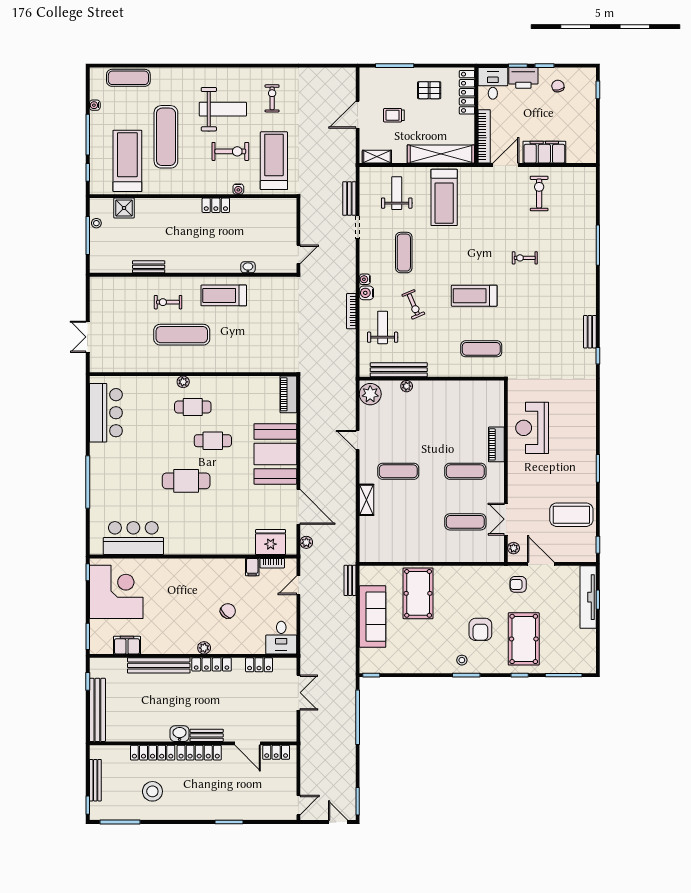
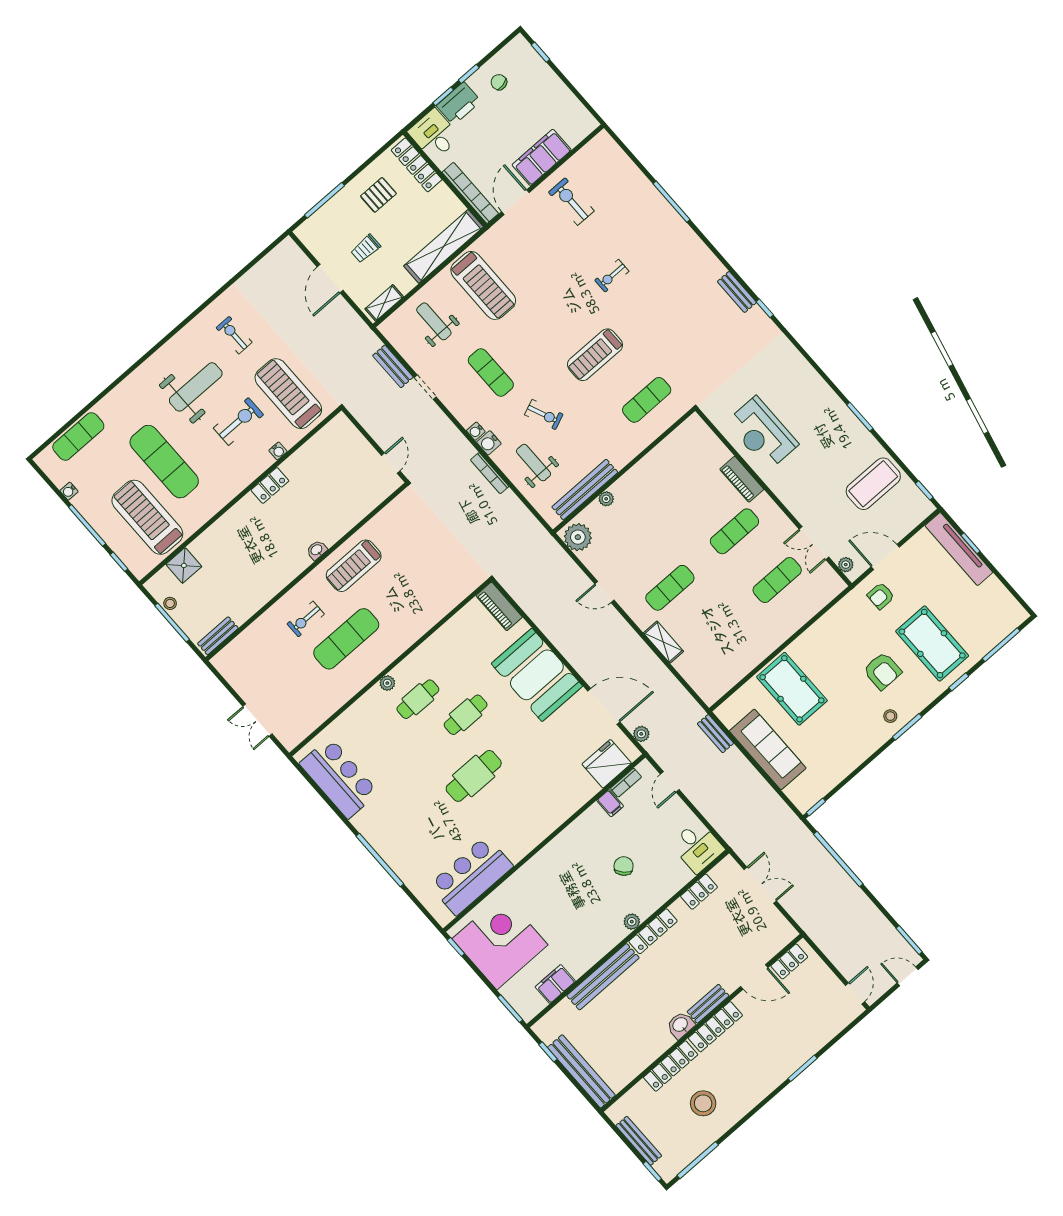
bench: (149, 267) -> (218, 636), moved
washbasin: (248, 267) -> (317, 550), moved

